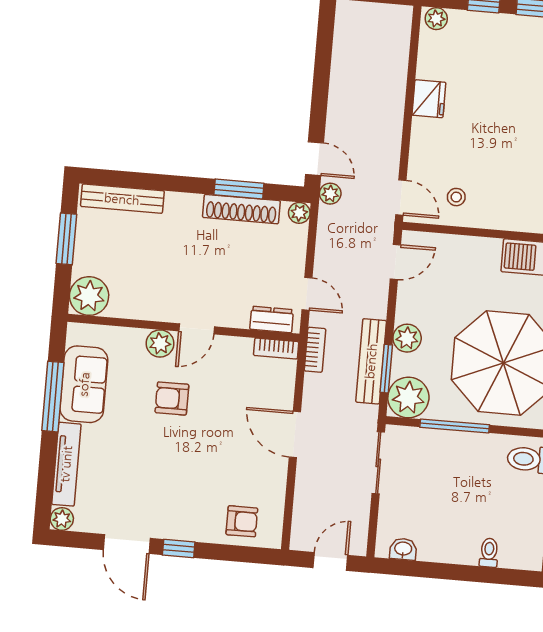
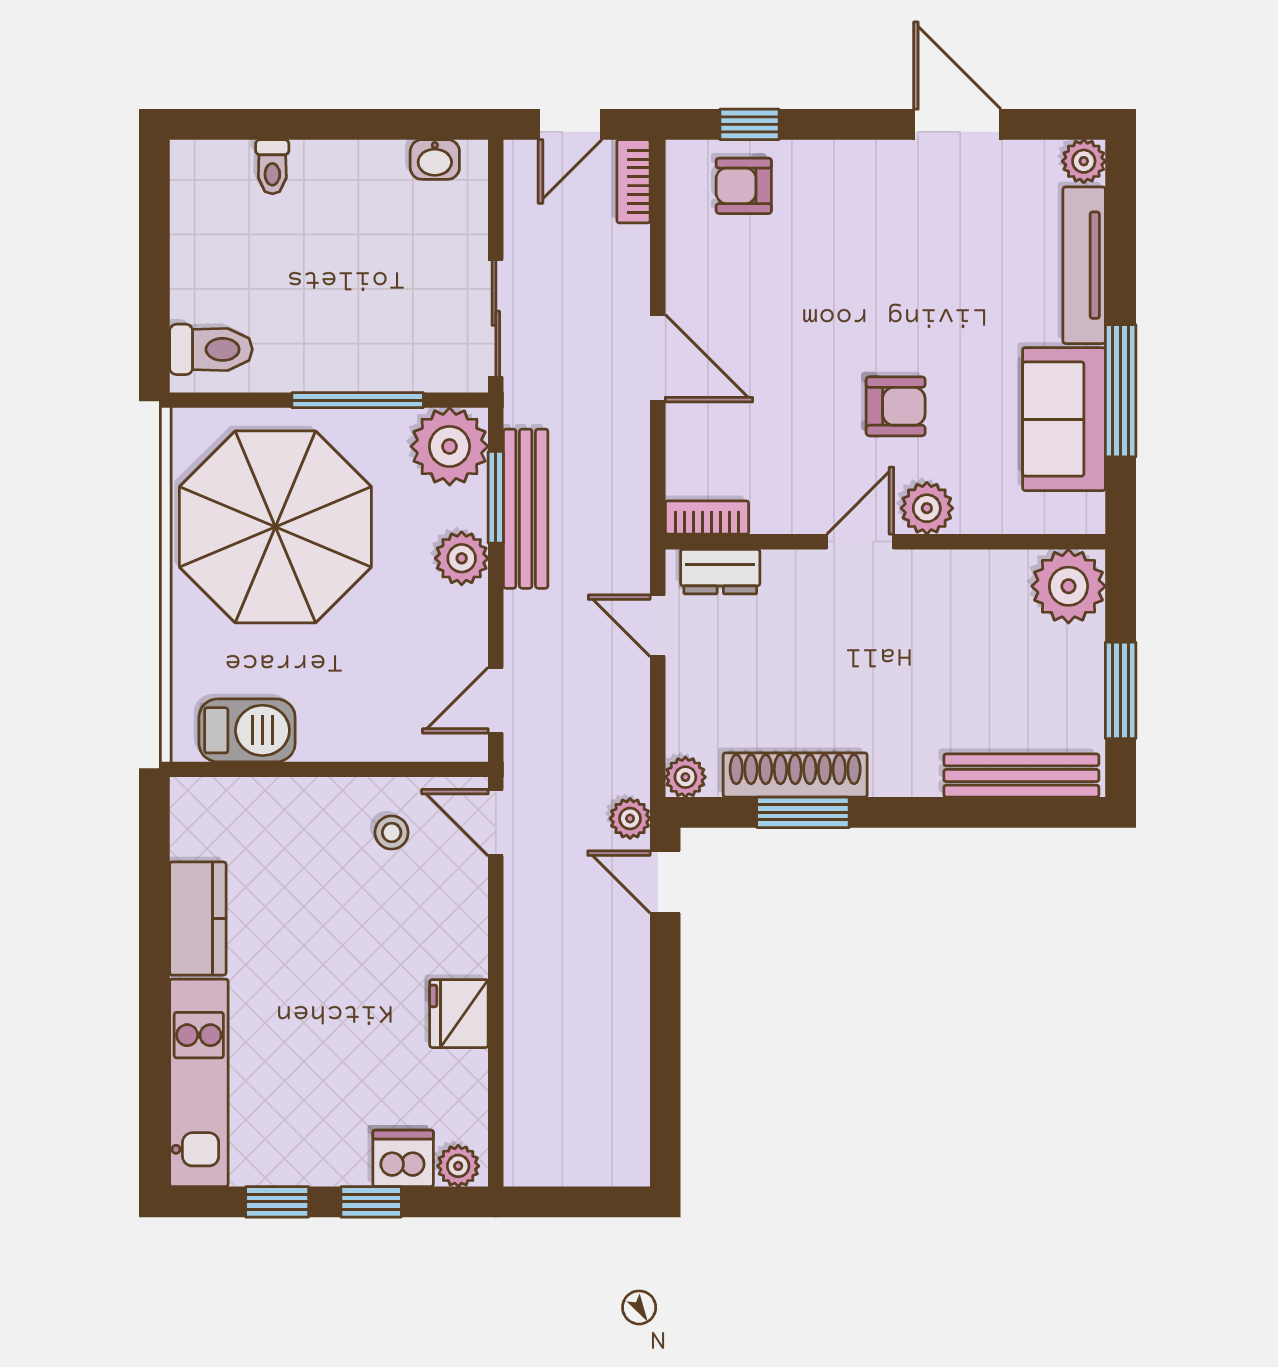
dishwasher: (465, 25) -> (403, 1158), added
bookcase: (315, 350) -> (633, 181), moved
window: (179, 548) -> (749, 124), moved

